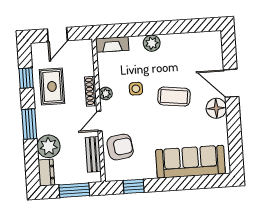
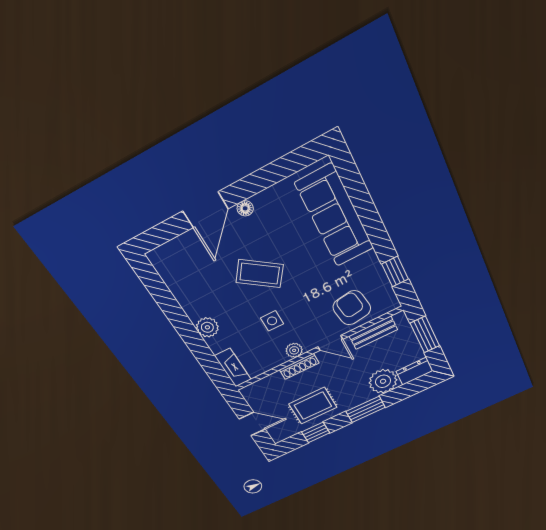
coffee table: (174, 97) -> (260, 274), turned -61
floor lamp: (216, 108) -> (245, 208), width x0.53, depth x0.53

